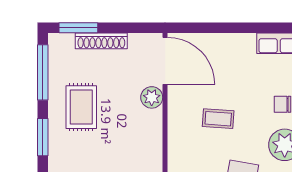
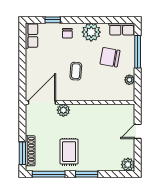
shoe rack: (101, 41) -> (30, 151), moved
rug: (81, 107) -> (69, 152), turned 90

